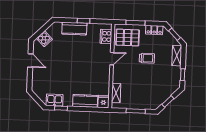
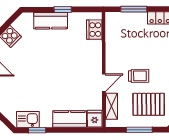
pallet: (128, 38) -> (149, 104), moved
trolley: (147, 58) -> (139, 76), moved
door: (112, 59) -> (104, 83), moved

